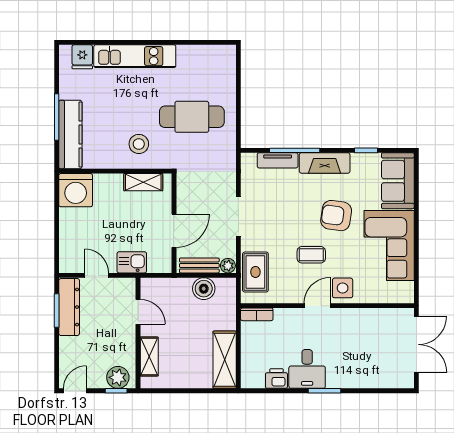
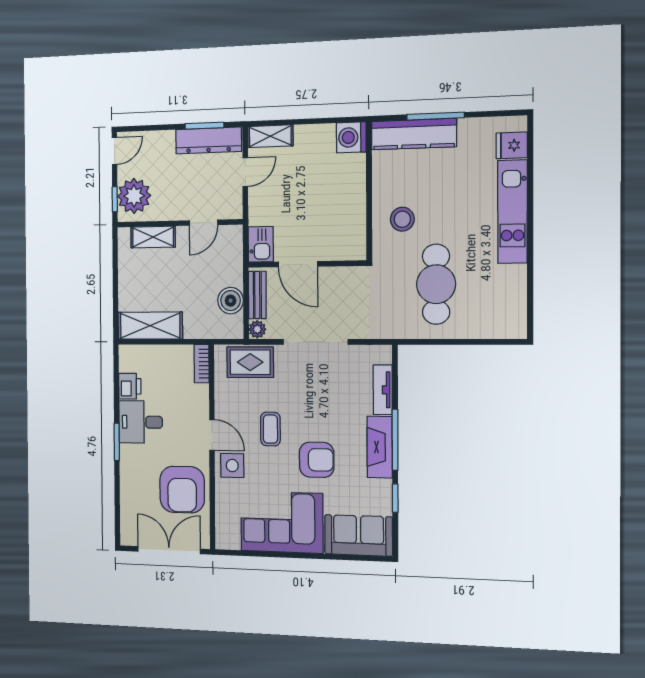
window: (295, 150) -> (395, 440), moved
shelving: (143, 182) -> (270, 136), moved, turned 90
washing machine: (76, 190) -> (351, 137), width x0.73, depth x0.73
doorway: (238, 216) -> (315, 342), width x1.36
armchair: (336, 216) -> (317, 460), turned 82
kitchen sink: (132, 262) -> (261, 244), moved
armchair: (364, 332) -> (182, 490), added
double door: (416, 344) -> (169, 550), swing flipped
plant: (118, 377) -> (134, 196), width x1.36, depth x1.36
door: (75, 391) -> (114, 151), hinge flipped

